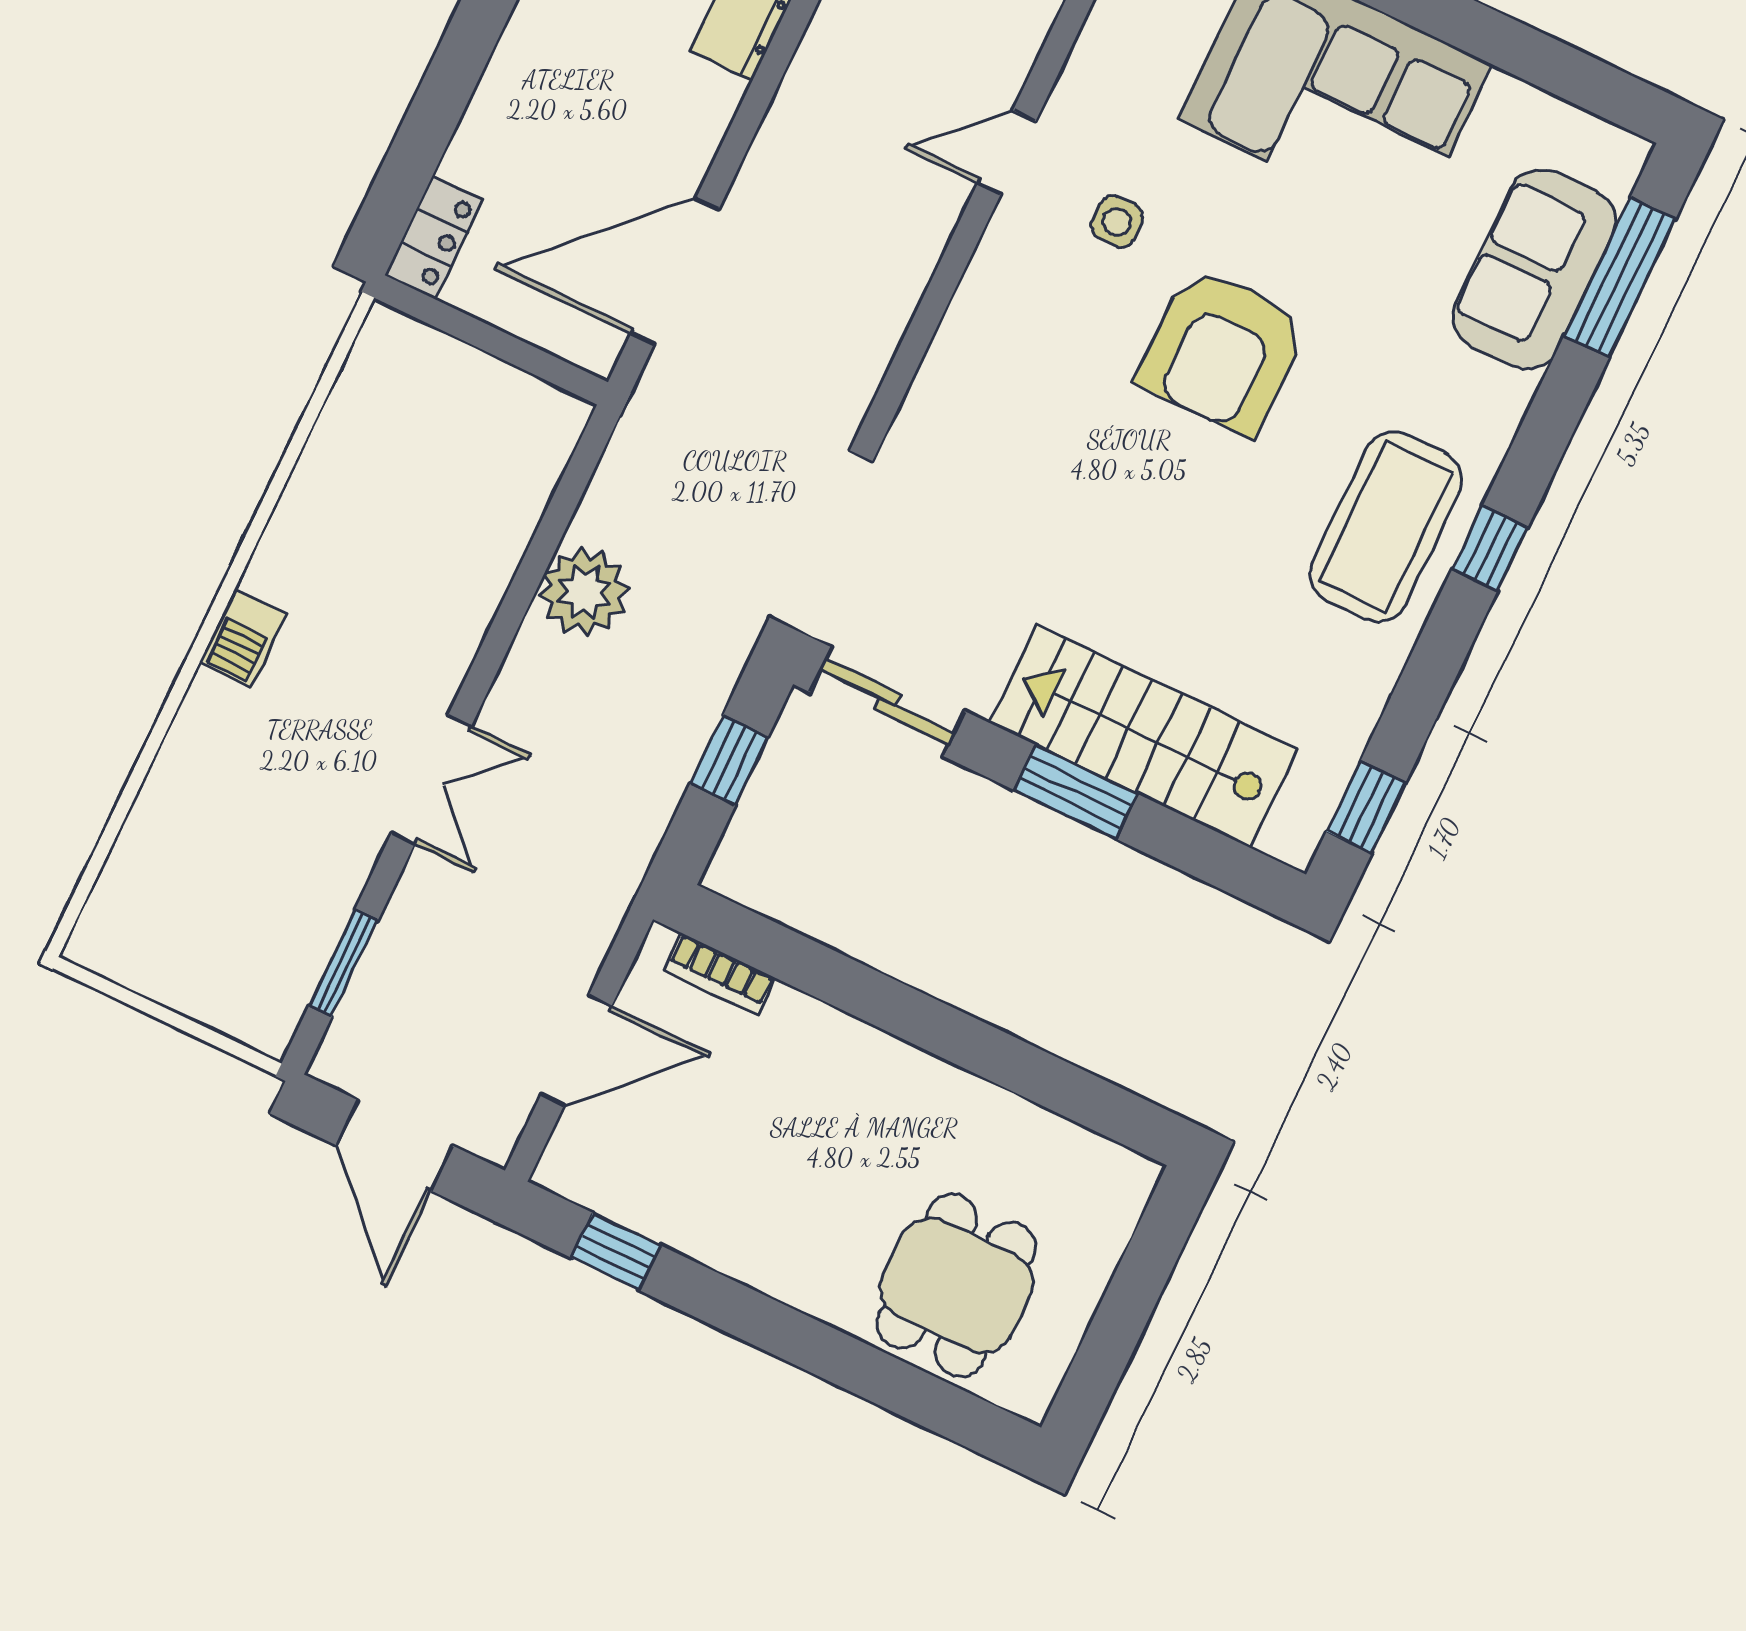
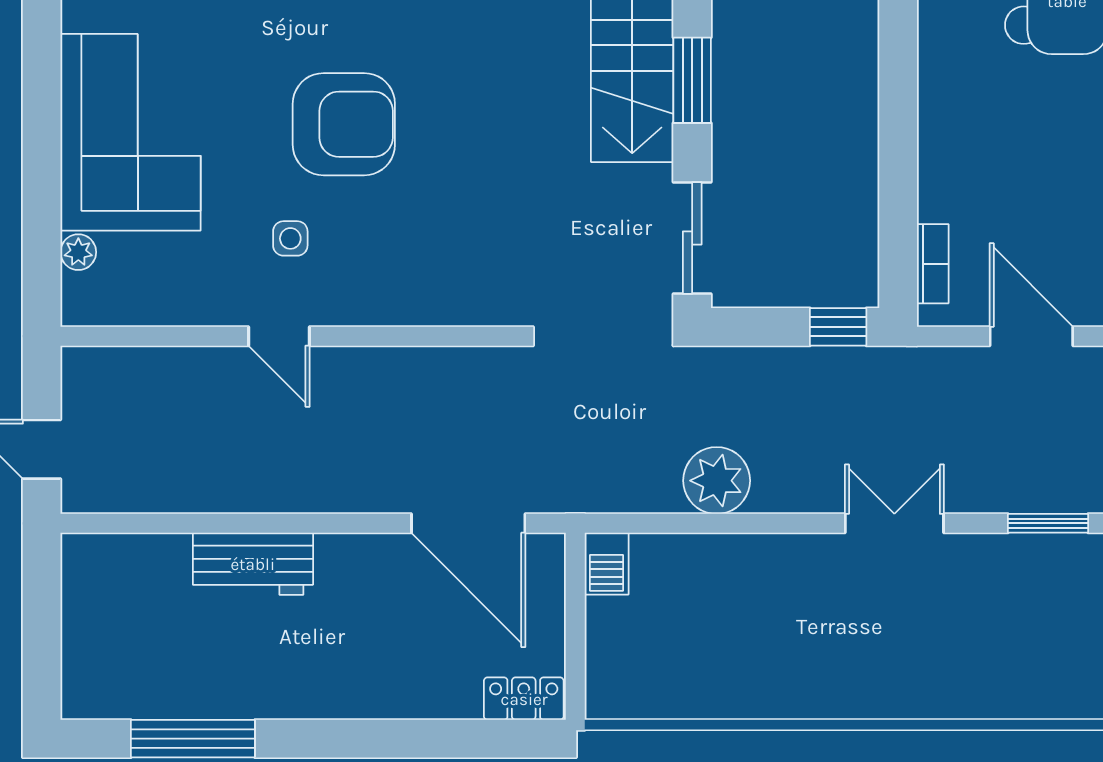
barbecue: (243, 639) -> (607, 564), moved, turned 90
window: (729, 760) -> (838, 327), moved

